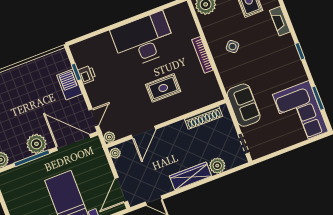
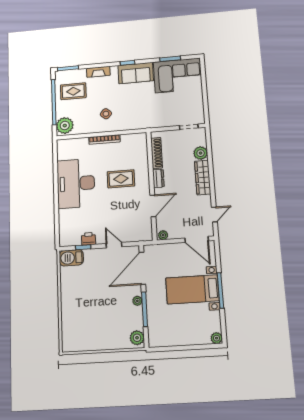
barbecue: (69, 85) -> (71, 258), moved
rug: (163, 88) -> (121, 179), turned 90
sofa: (244, 105) -> (136, 73), moved, turned 180
door: (94, 118) -> (114, 245), moved
dresser: (176, 129) -> (158, 178), added
door: (144, 132) -> (153, 206), hinge flipped
plant: (109, 137) -> (148, 236), removed
plant: (36, 144) -> (137, 301), width x0.53, depth x0.53

